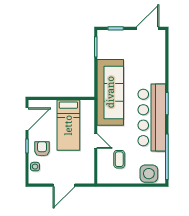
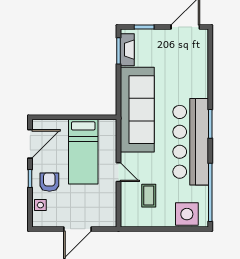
fireplace: (103, 46) -> (127, 50), added

